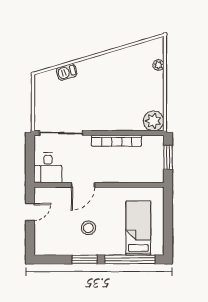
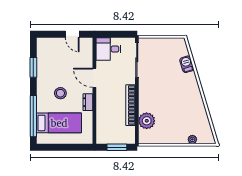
plant: (153, 121) -> (147, 121), moved
dresser: (113, 193) -> (88, 102), added
stool: (88, 228) -> (60, 93), moved
window: (85, 259) -> (33, 67), moved

